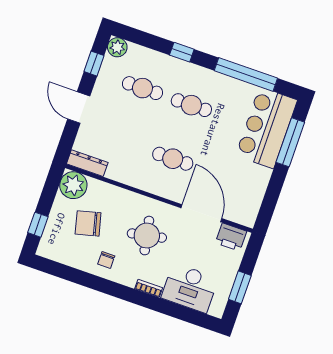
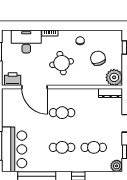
chair: (88, 223) -> (98, 58), turned -92

